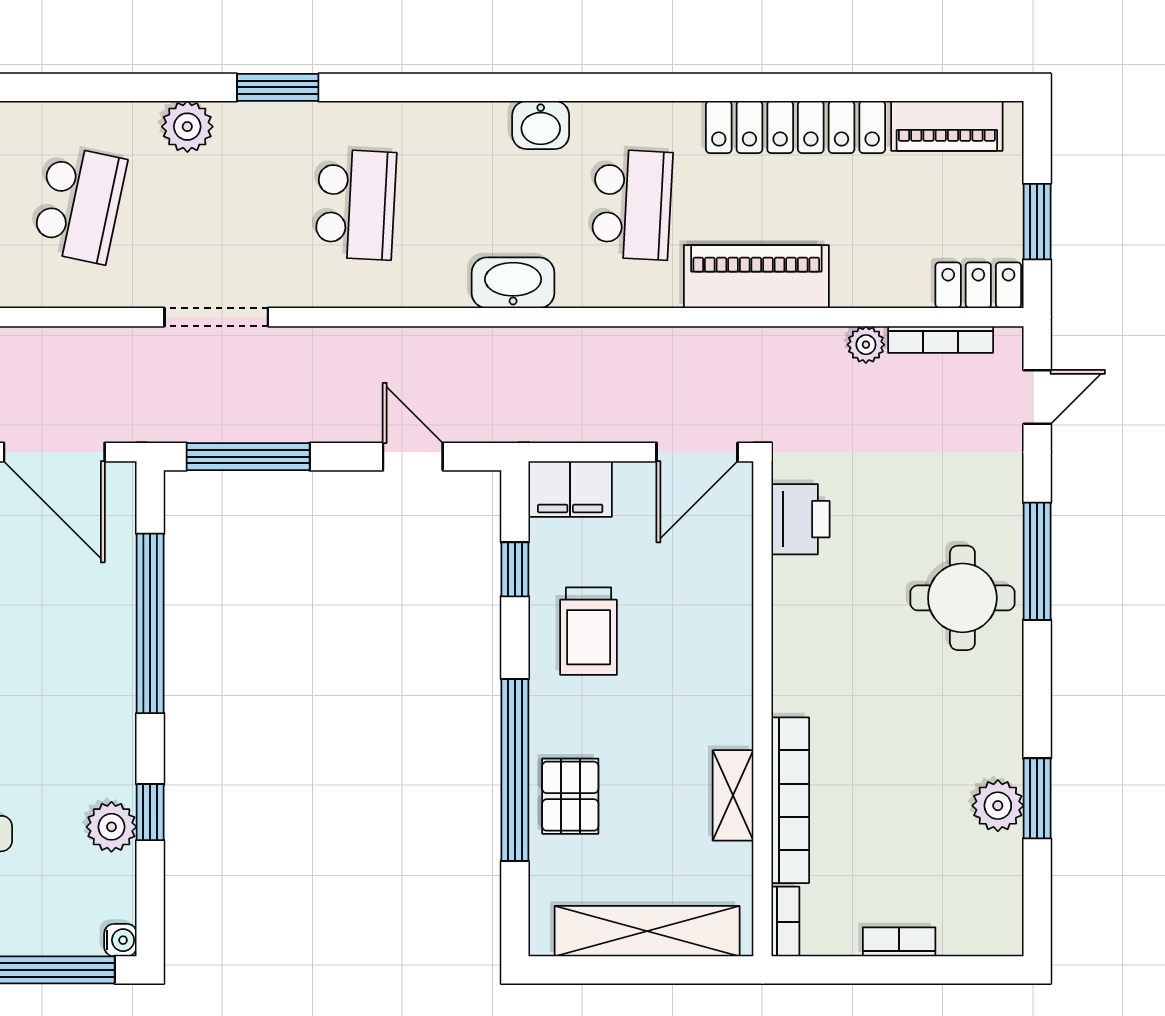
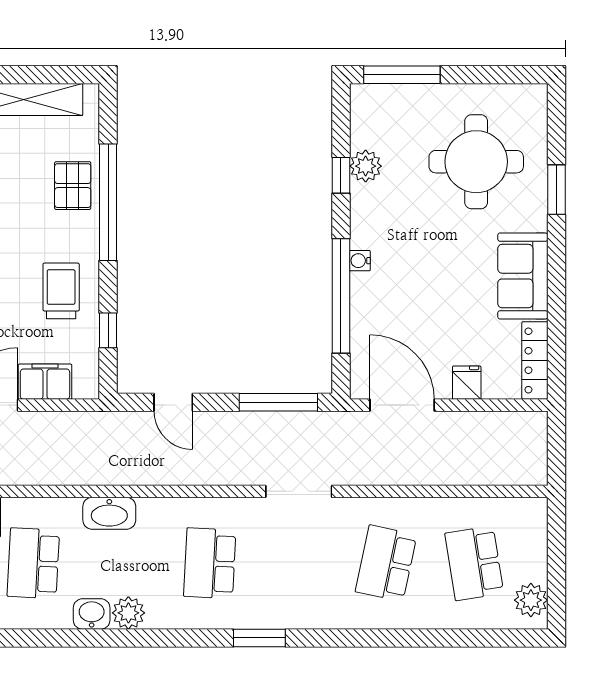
plant: (187, 127) -> (128, 613), moved
filing cabinet: (570, 489) -> (45, 382), moved
water cooler: (120, 940) -> (360, 261), moved

